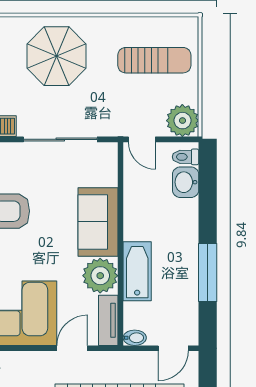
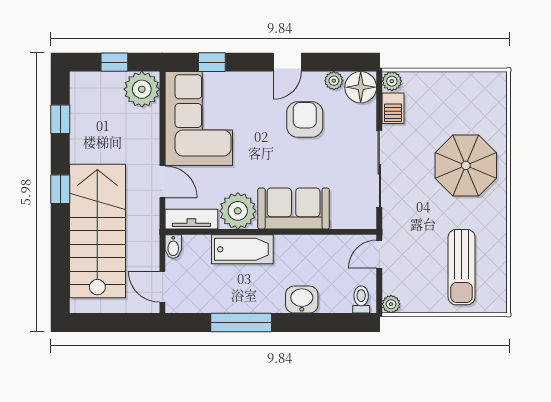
plant: (182, 121) -> (391, 304), width x0.53, depth x0.53
washbasin: (186, 182) -> (302, 300), moved

